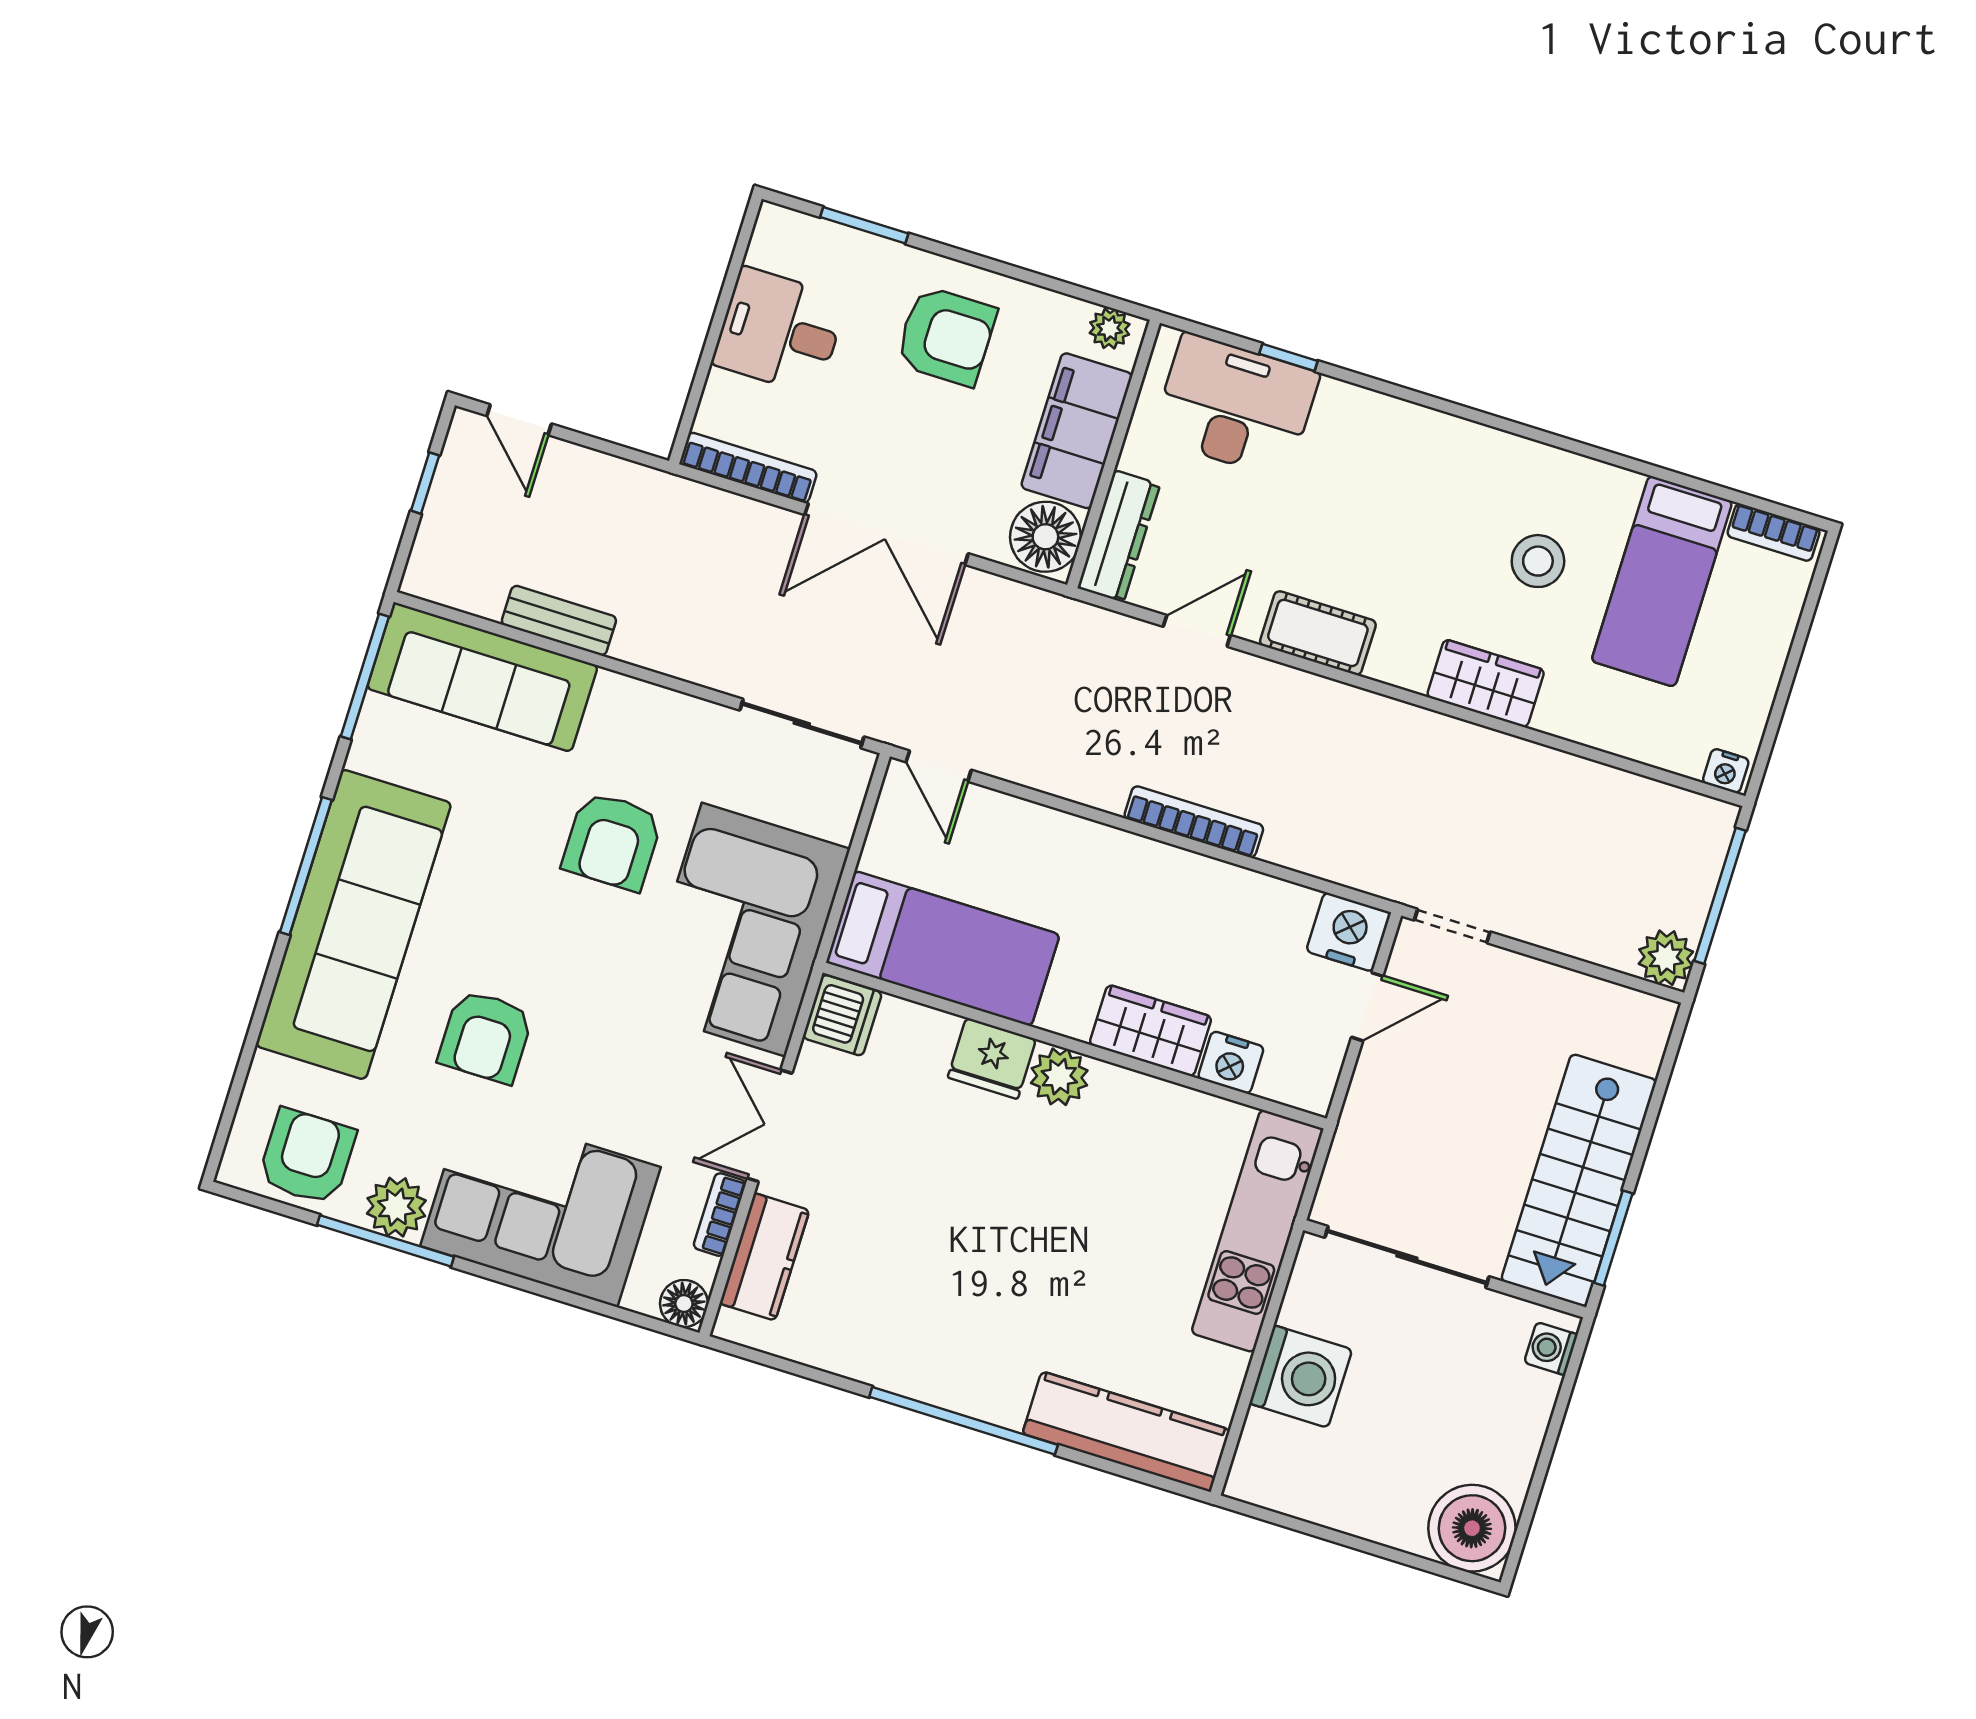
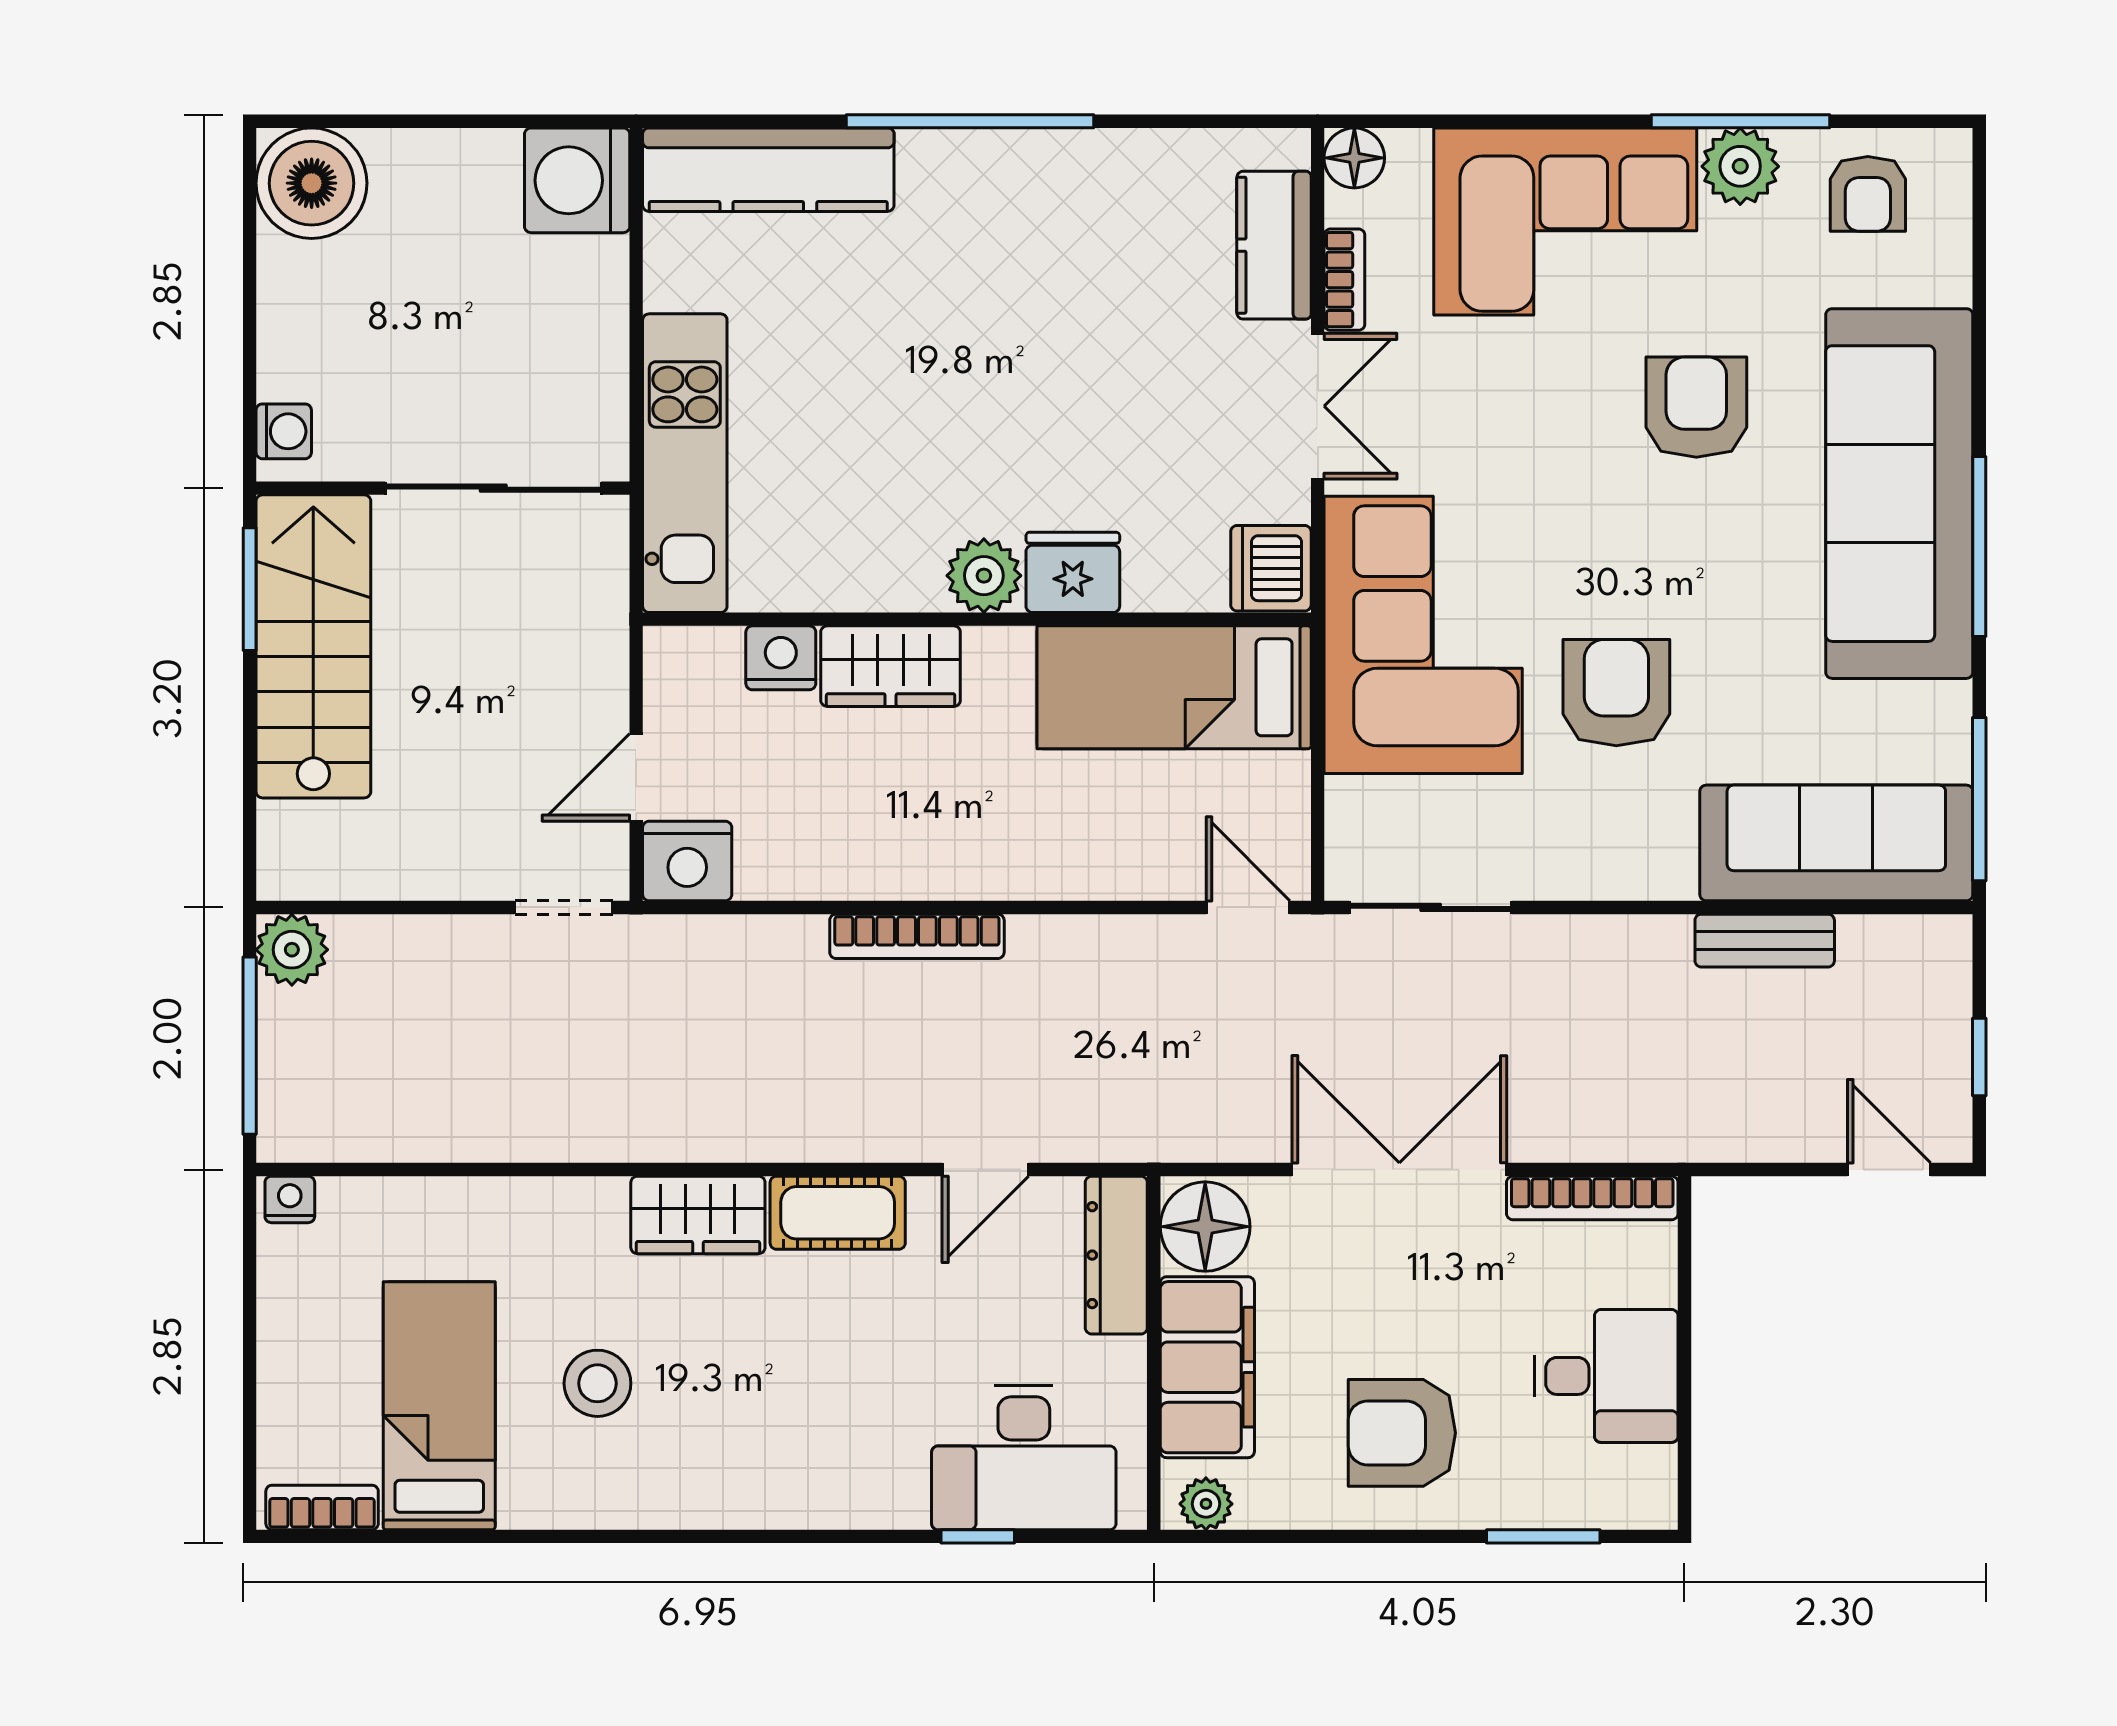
wardrobe: (1486, 683) -> (698, 1215), moved
armchair: (307, 1157) -> (1868, 194), width x0.72, depth x0.72
washing machine: (1301, 1376) -> (577, 180), moved

